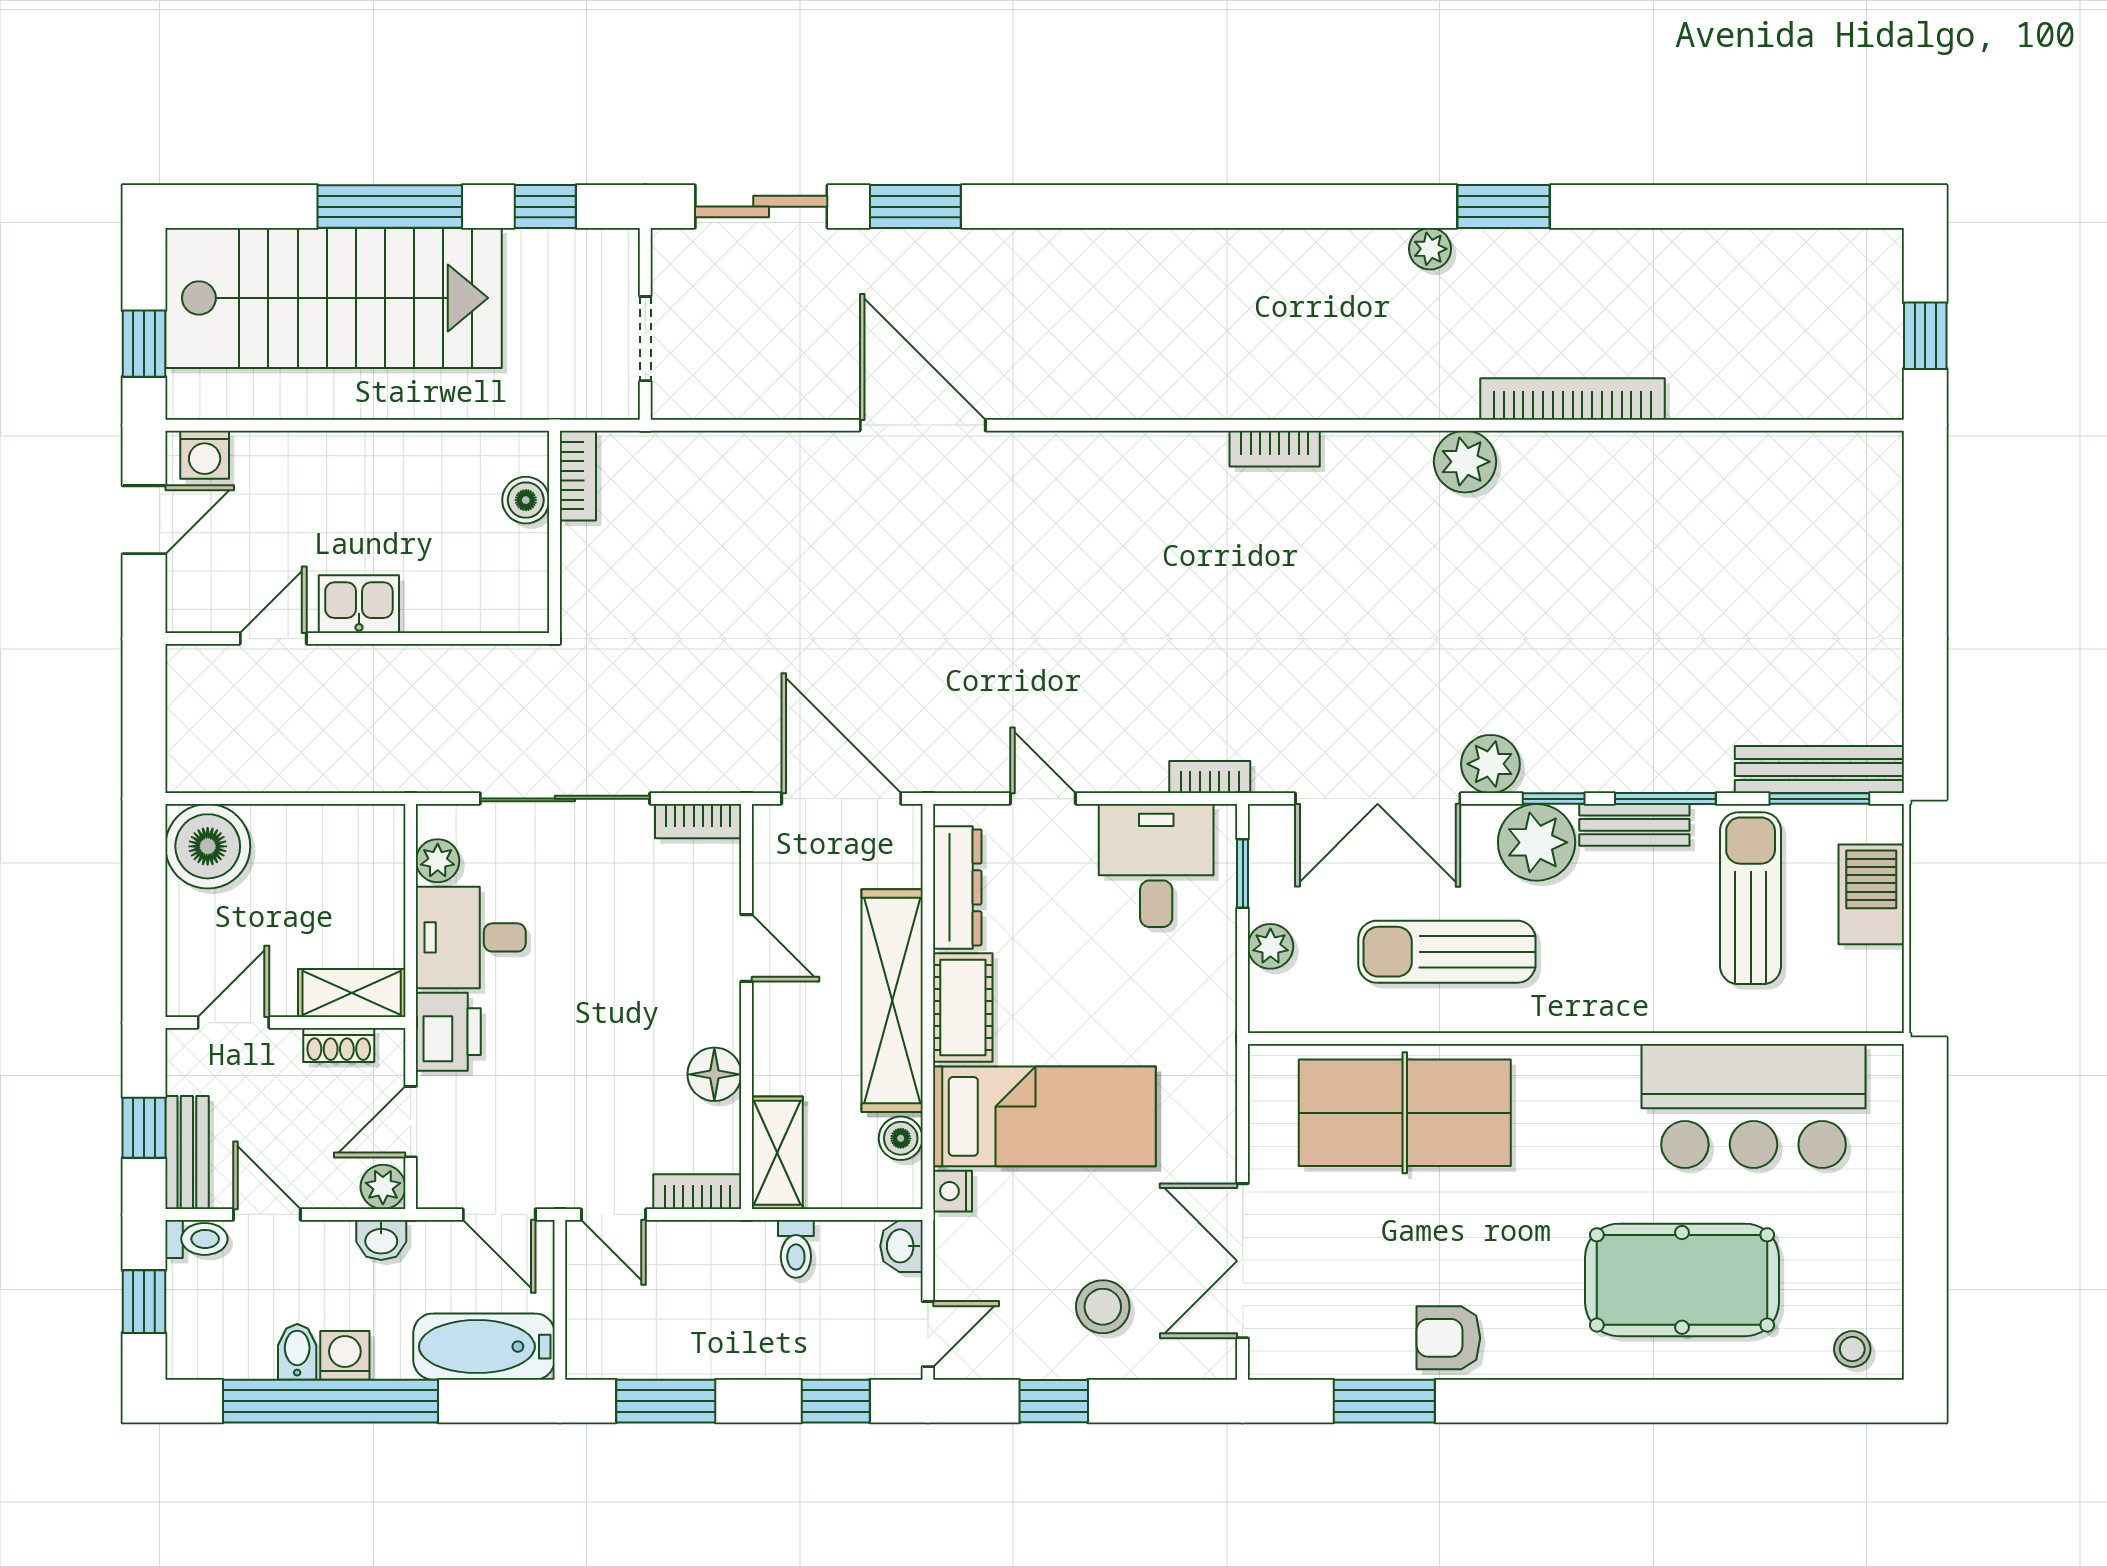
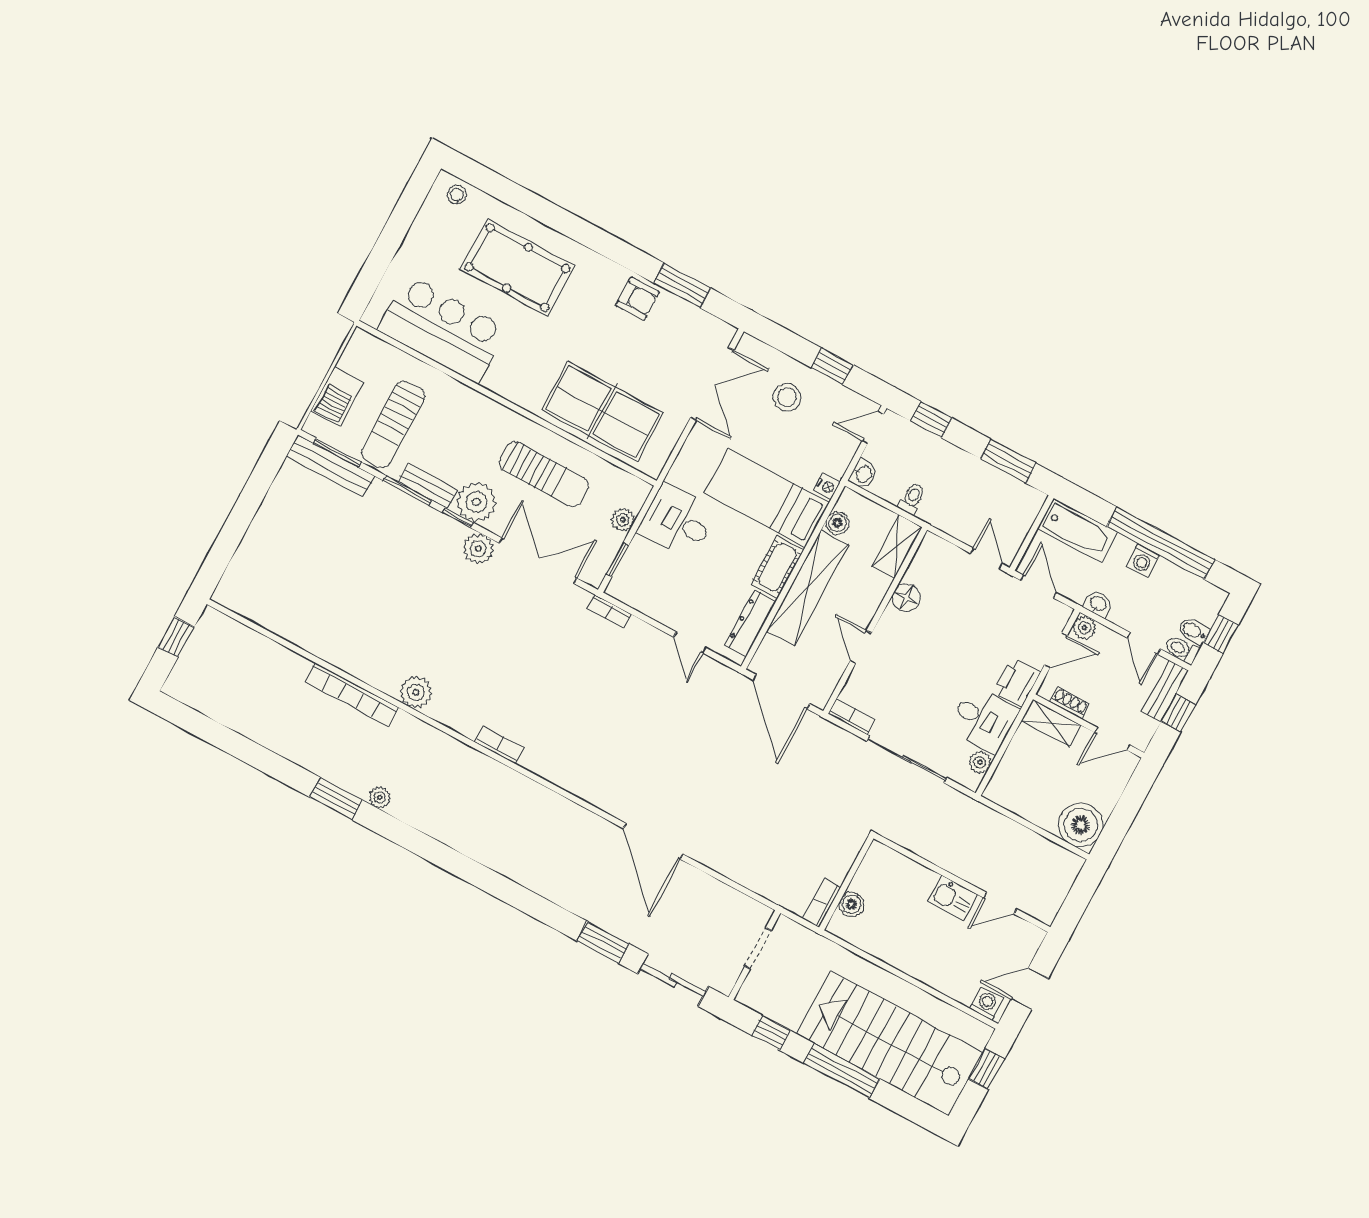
desk: (1156, 865) -> (678, 521), moved, turned 90
bookcase: (697, 1192) -> (943, 549), removed
bidet: (297, 1352) -> (1194, 631), moved, turned 90

